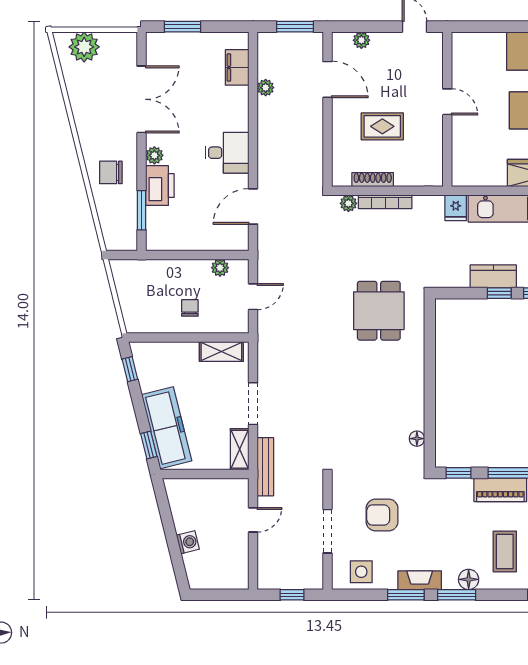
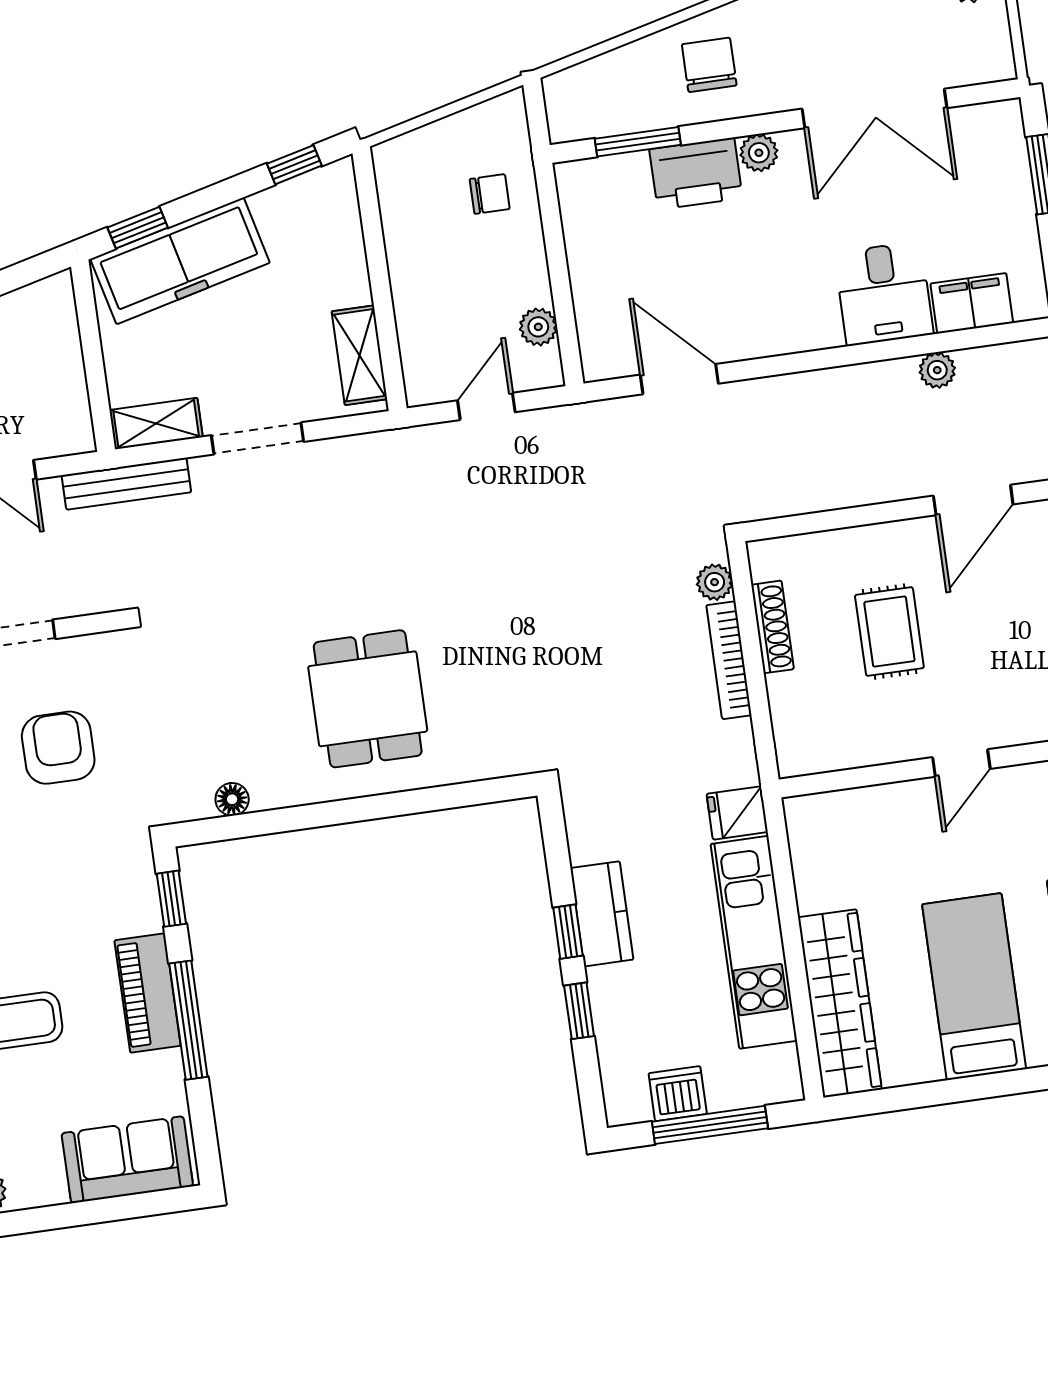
desk: (227, 153) -> (884, 294), moved
door: (253, 297) -> (486, 406), swing flipped
chair: (190, 308) -> (490, 194), moved
dining table: (379, 311) -> (368, 699), moved, turned 90

